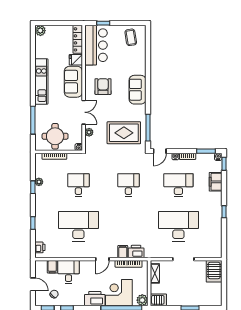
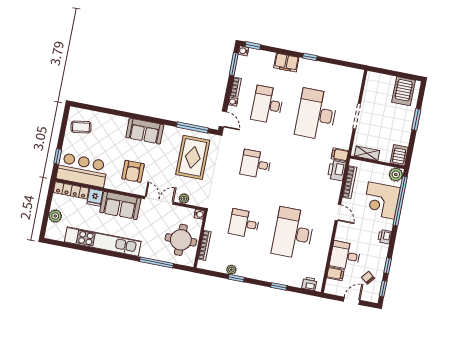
plant: (40, 31) -> (55, 216), moved
kitchen unit: (41, 81) -> (103, 241), width x1.36
armchair: (103, 87) -> (133, 171), turned -90
filing cabinet: (216, 182) -> (286, 63), moved
filing cabinet: (123, 252) -> (340, 155), moved
server rack: (214, 271) -> (403, 91), moved, turned 90
printer: (95, 299) -> (385, 237), width x0.53, depth x0.68

